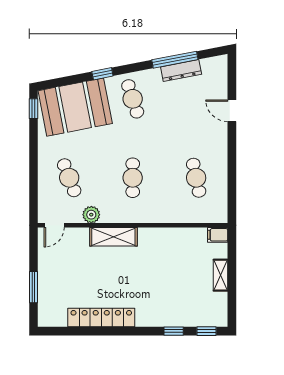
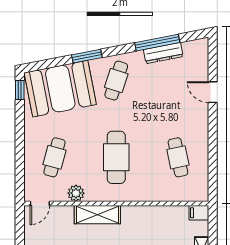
window: (102, 74) -> (87, 56), width x1.50
cafe table: (133, 99) -> (116, 81), turned 36
cafe table: (69, 178) -> (54, 157), turned 36
cafe table: (133, 178) -> (116, 157), width x1.37, depth x1.35

